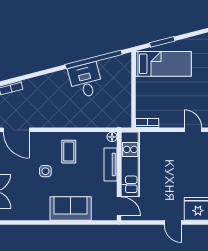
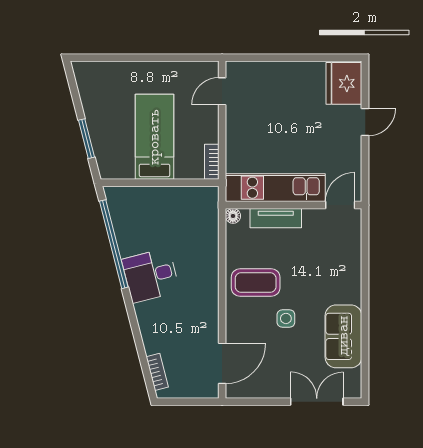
bed: (163, 64) -> (154, 137), moved
desk: (86, 80) -> (151, 275), moved
coffee table: (69, 152) -> (256, 283), width x1.36, depth x1.30
sofa: (71, 209) -> (343, 336), moved

